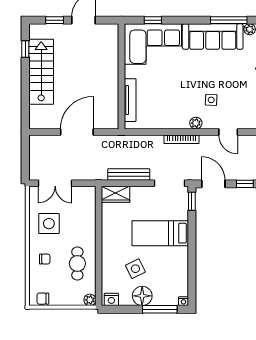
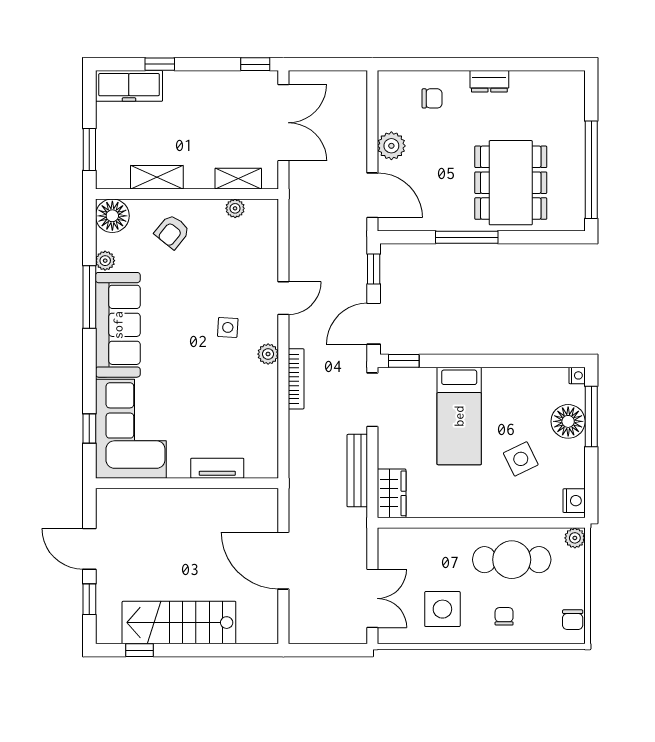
tv unit: (130, 100) -> (217, 468), width x0.71
cafe table: (77, 263) -> (512, 560), width x1.37, depth x1.35
floor lamp: (142, 296) -> (568, 421), moved

